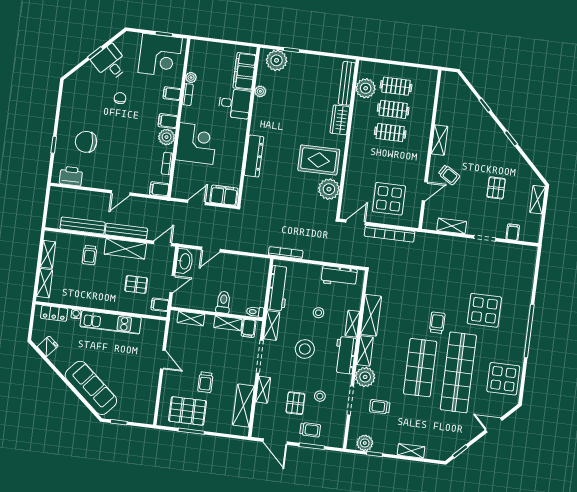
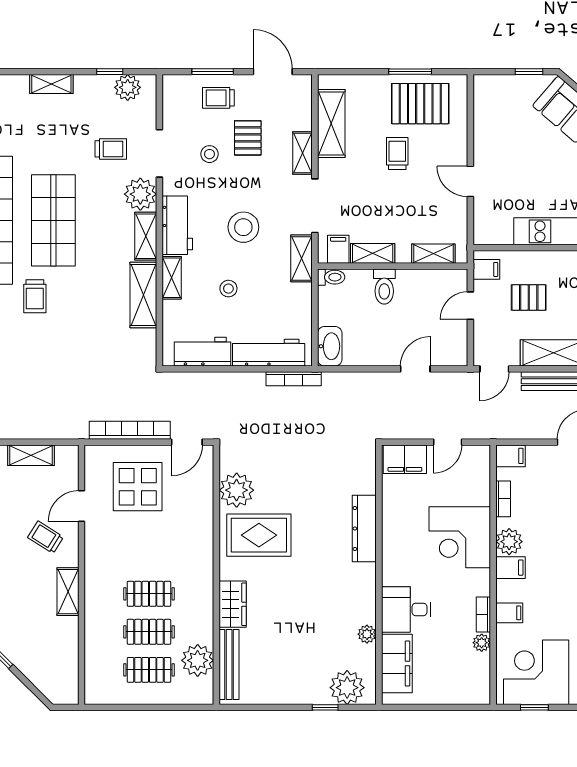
washbasin: (184, 261) -> (330, 346), moved, turned 180
workbench: (278, 288) -> (269, 353), moved, turned 90

